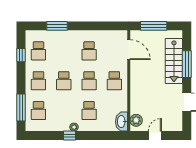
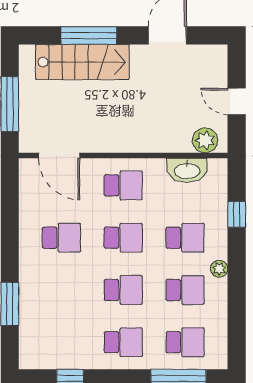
door: (129, 50) -> (59, 156), swing flipped
school desk: (38, 51) -> (185, 290), moved
washbasin: (122, 122) -> (187, 170), moved
window: (69, 136) -> (237, 214), moved

